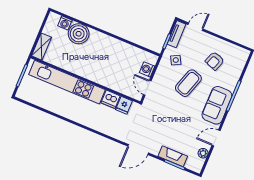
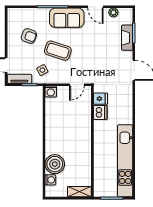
washing machine: (147, 69) -> (51, 92), moved
kitchen unit: (67, 82) -> (125, 161), moved, turned 180

